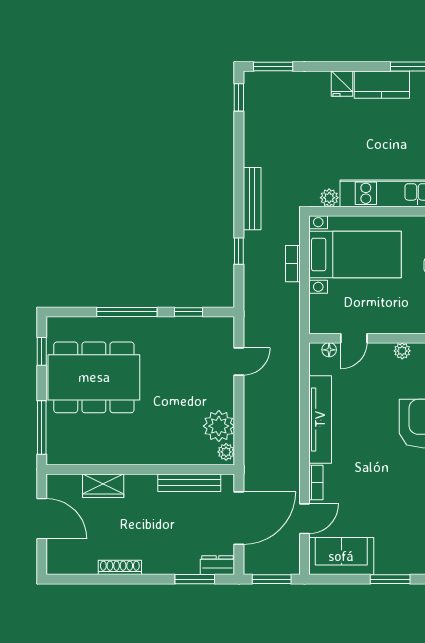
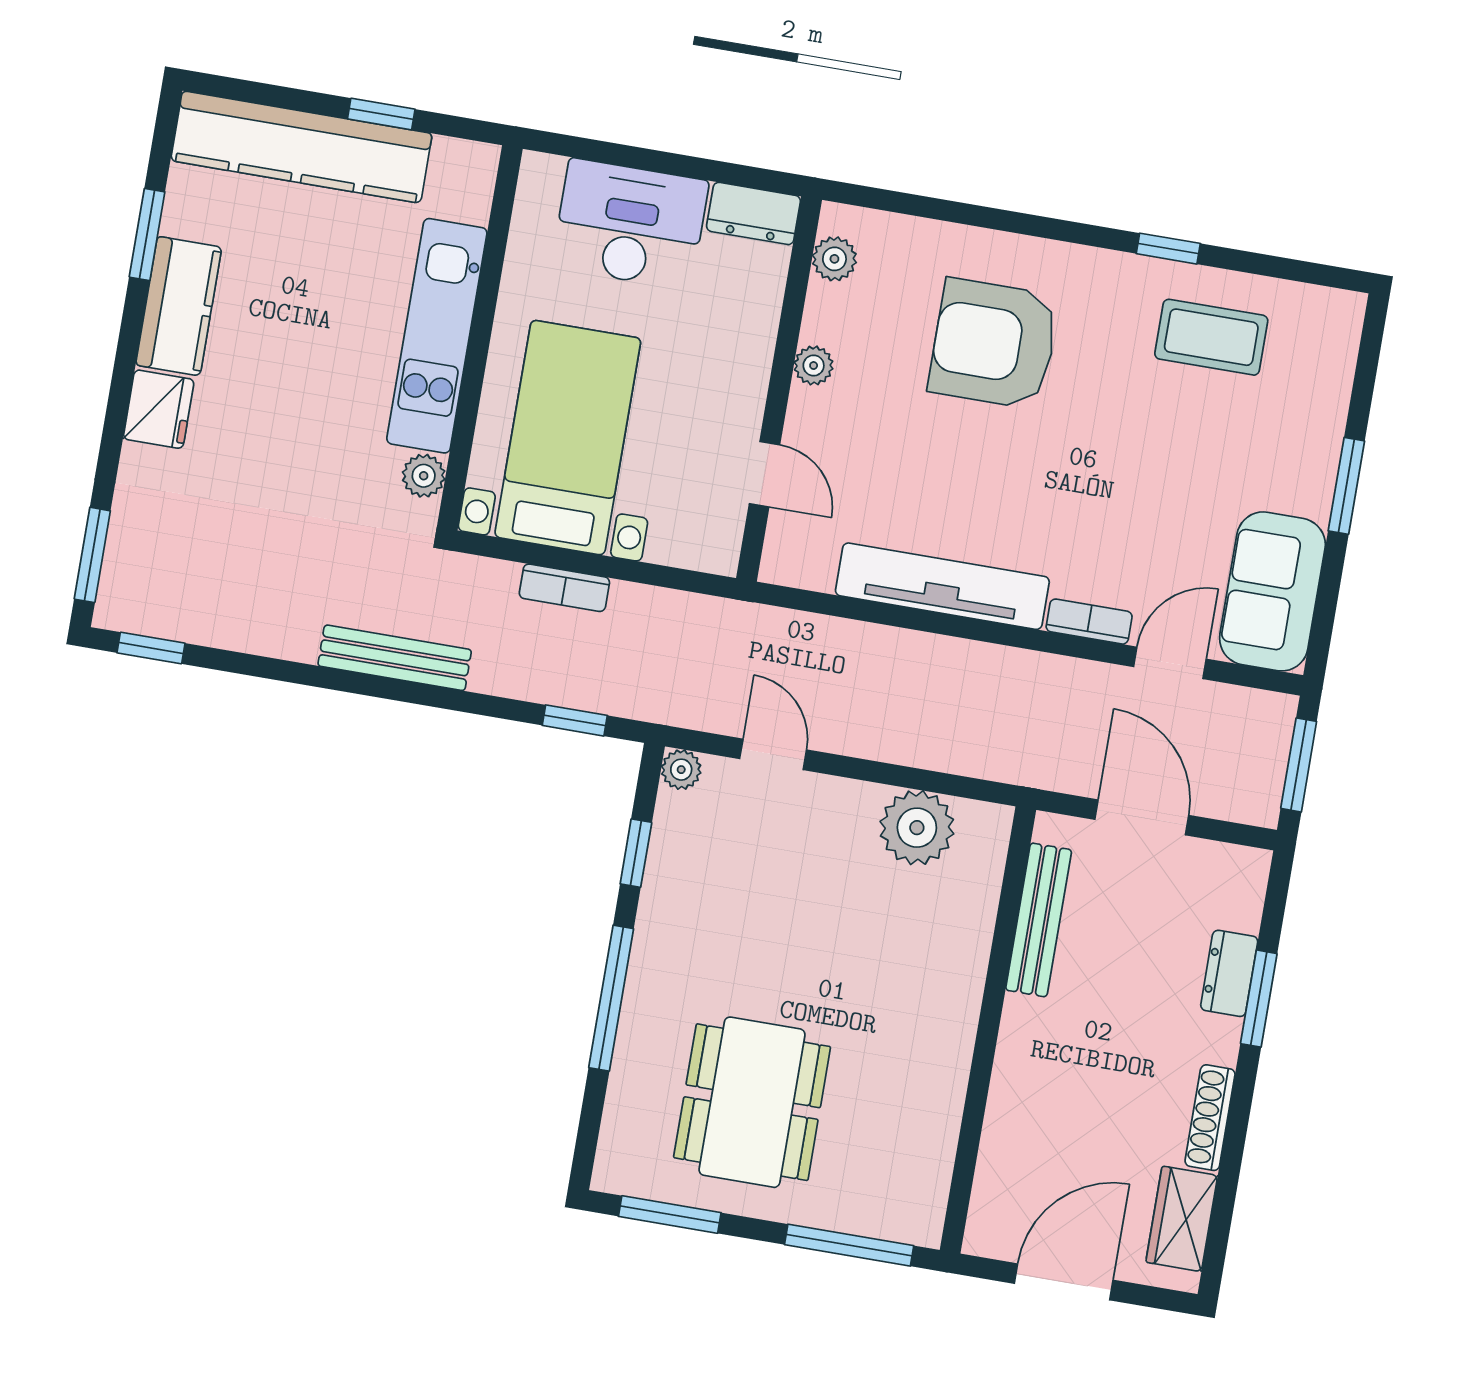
fridge: (342, 84) -> (159, 409), width x1.38
window: (239, 251) -> (575, 720), moved
floor lamp: (329, 350) -> (782, 537), removed
window: (42, 351) -> (670, 1214), width x1.50
dining table: (94, 377) -> (752, 1102), width x0.73, depth x0.80
plant: (226, 452) -> (681, 770), moved
wardrobe: (103, 486) -> (1182, 1219), moved, turned 180
door: (239, 518) -> (1142, 817), width x0.73
door: (305, 519) -> (1170, 663), hinge flipped
dresser: (217, 565) -> (1229, 973), moved
window: (195, 579) -> (1259, 999), moved

